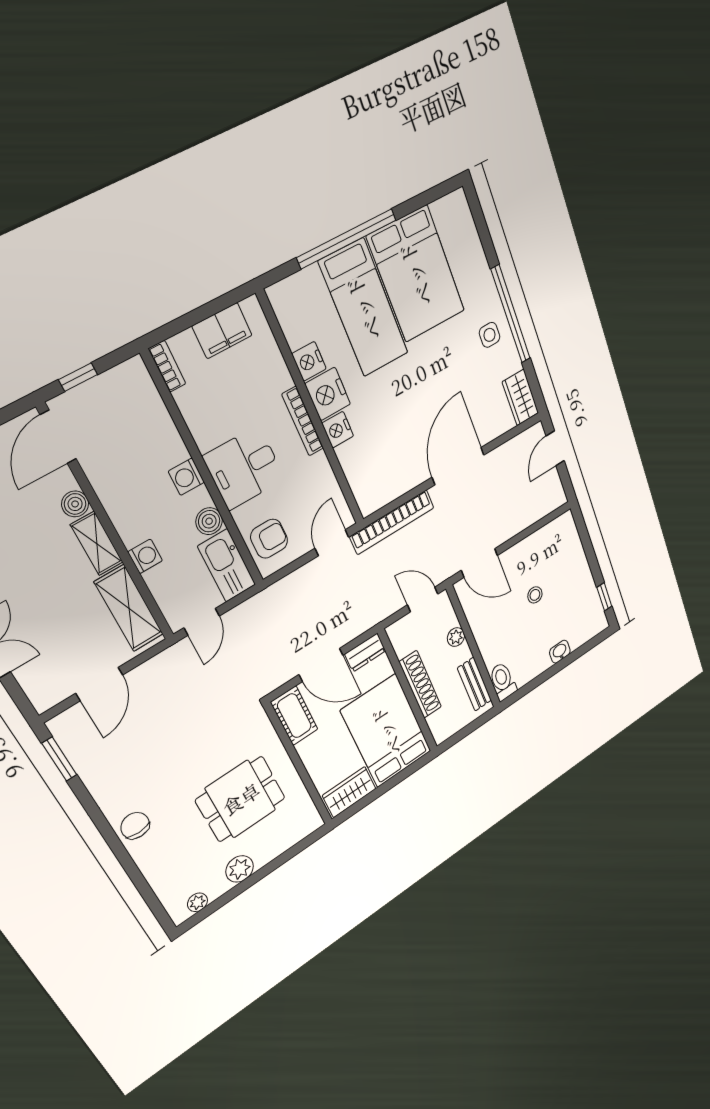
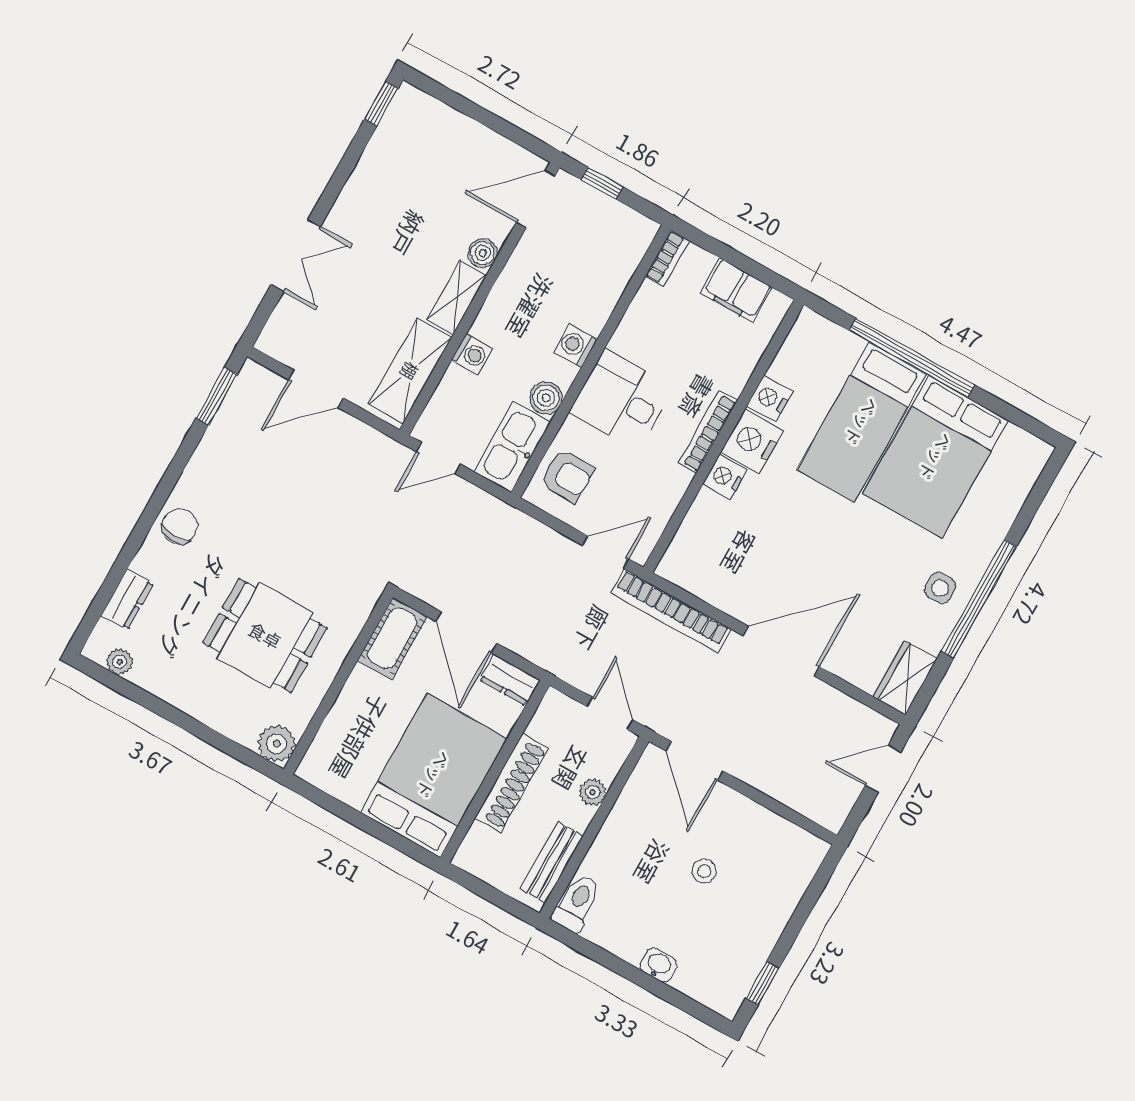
wardrobe: (349, 792) -> (337, 776), removed
plant: (240, 869) -> (277, 744), moved
dresser: (161, 881) -> (127, 599), added

